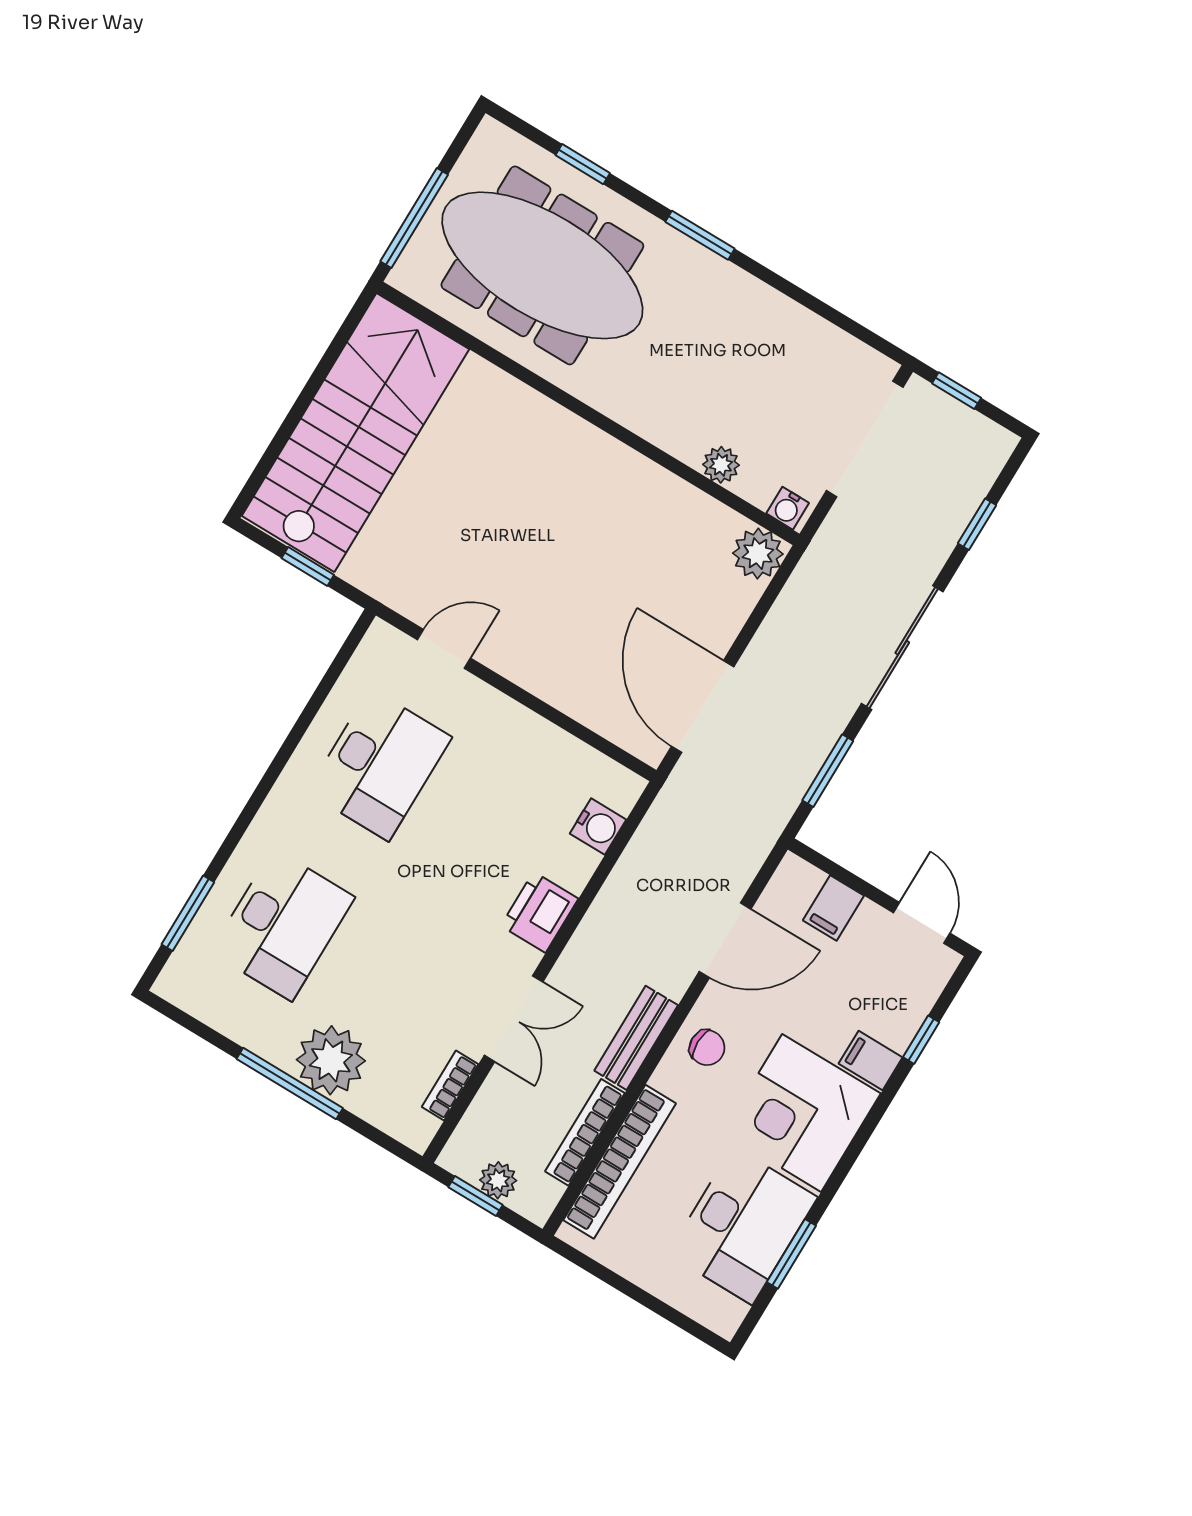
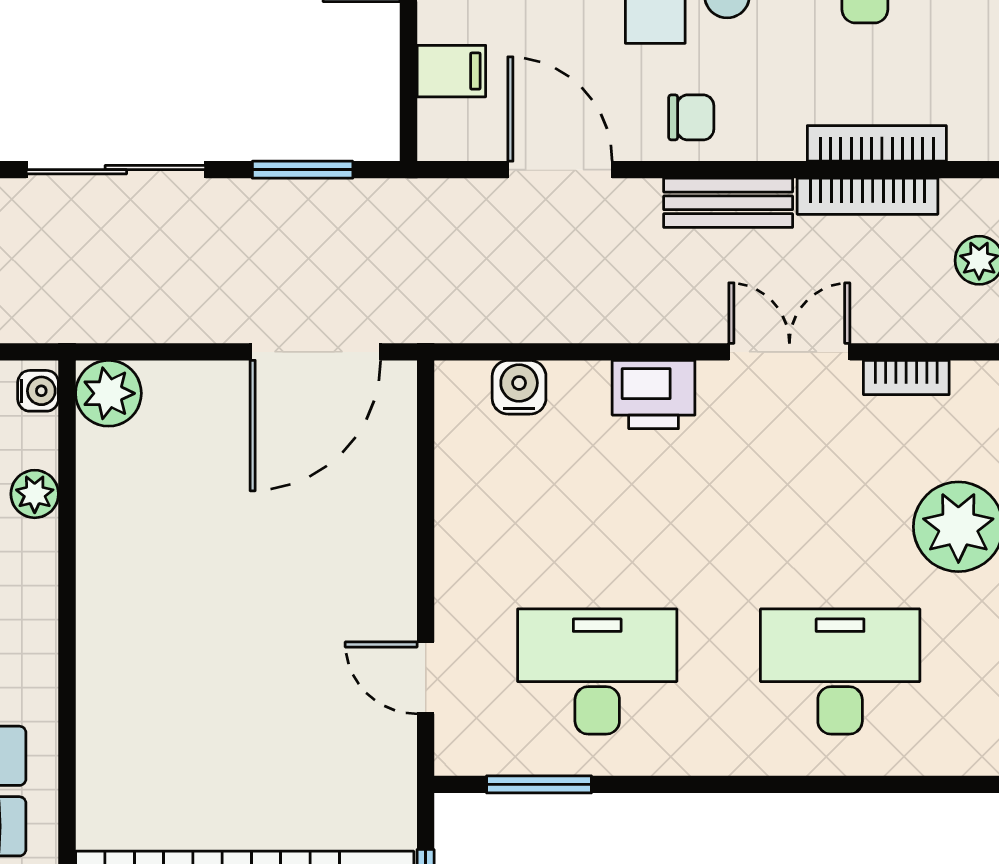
window: (188, 913) -> (539, 784), moved
chair: (707, 1048) -> (691, 117), turned 90
bookcase: (620, 1162) -> (877, 143), width x0.68, depth x0.76

